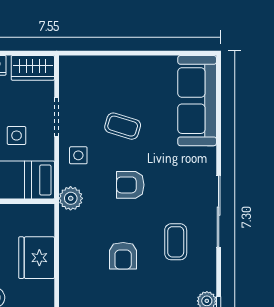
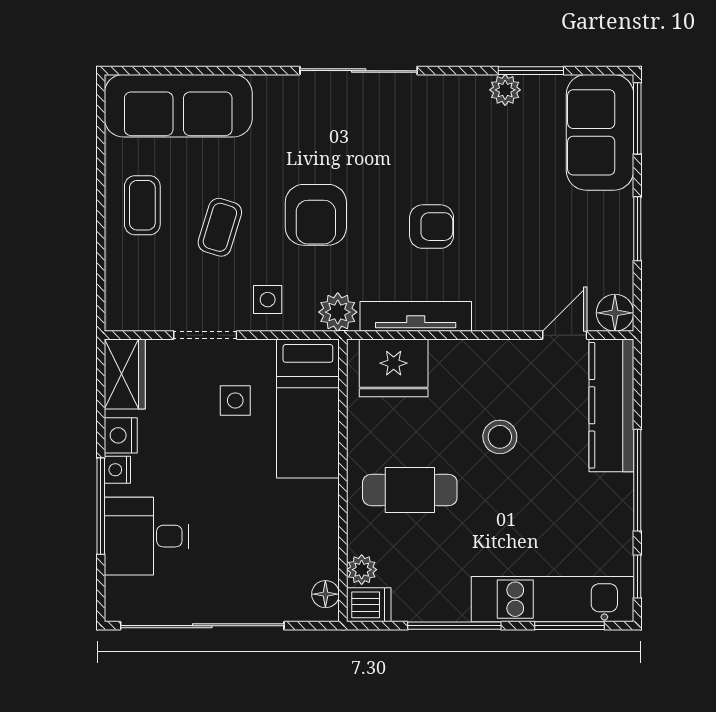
armchair: (130, 185) -> (316, 215), width x1.38, depth x1.38
coffee table: (176, 242) -> (142, 205), moved, turned 90
tv unit: (68, 246) -> (416, 316), added
fridge: (37, 258) -> (394, 368), moved

